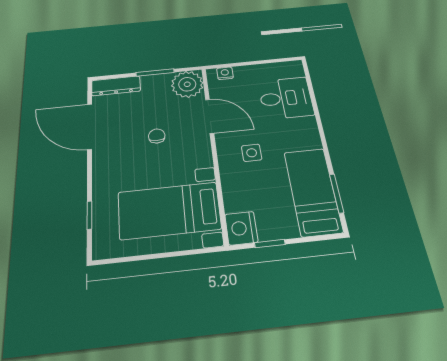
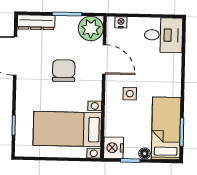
desk: (286, 98) -> (163, 35), moved
chair: (157, 136) -> (64, 71), width x1.87, depth x1.87
floor lamp: (289, 231) -> (145, 154), added

